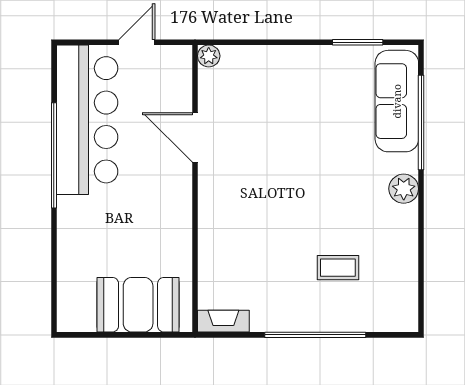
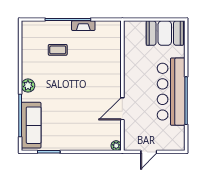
bar counter: (87, 120) -> (171, 92), moved
door: (195, 137) -> (122, 109), swing flipped
booth: (138, 305) -> (165, 33), moved
fireplace: (223, 321) -> (83, 26), moved

